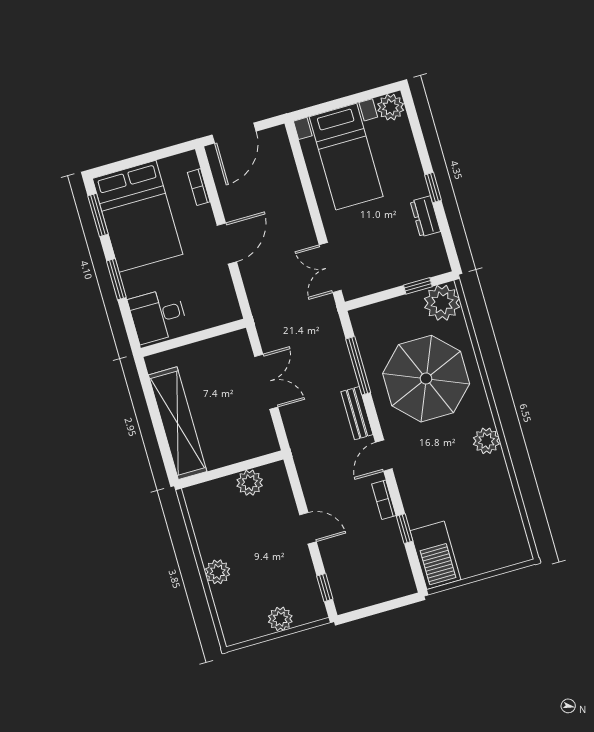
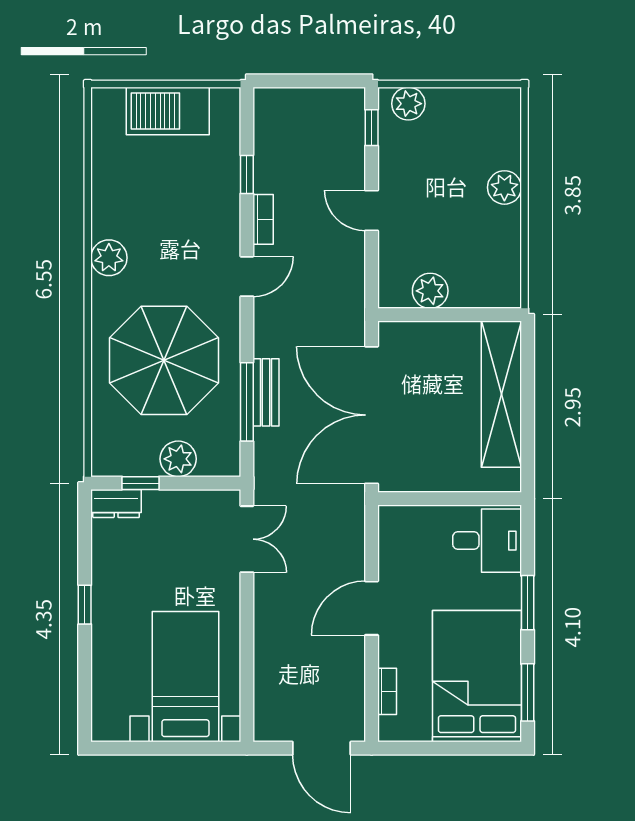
plant: (391, 107) -> (110, 724), removed
door: (234, 133) -> (322, 748), swing flipped
dresser: (425, 216) -> (116, 503), moved, turned 90
plant: (442, 303) -> (178, 459), moved, width x0.73, depth x0.73
double door: (266, 382) -> (372, 415), width x1.87
bench: (357, 413) -> (266, 392), moved
barbecue: (435, 555) -> (168, 111), moved, turned -90
plant: (280, 619) -> (408, 104), moved

